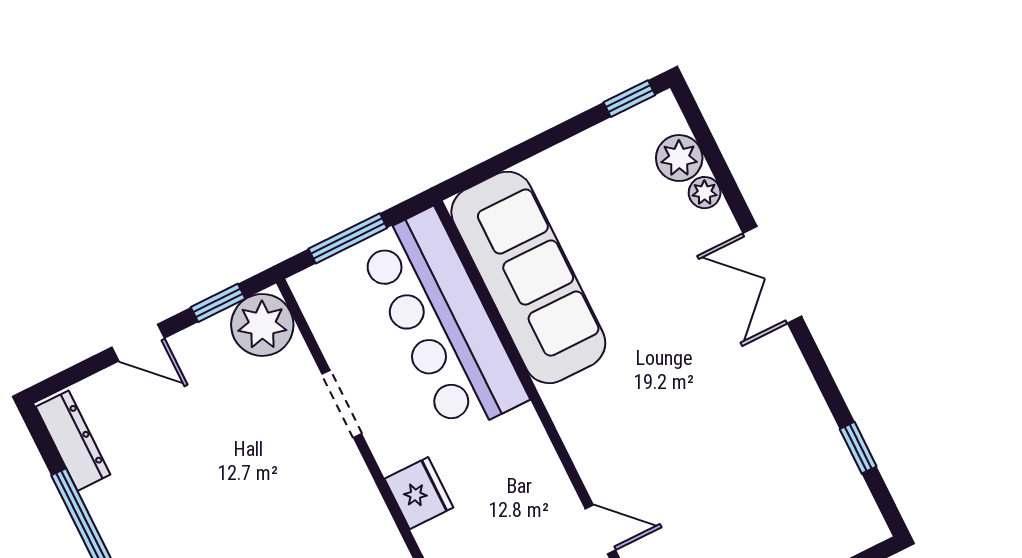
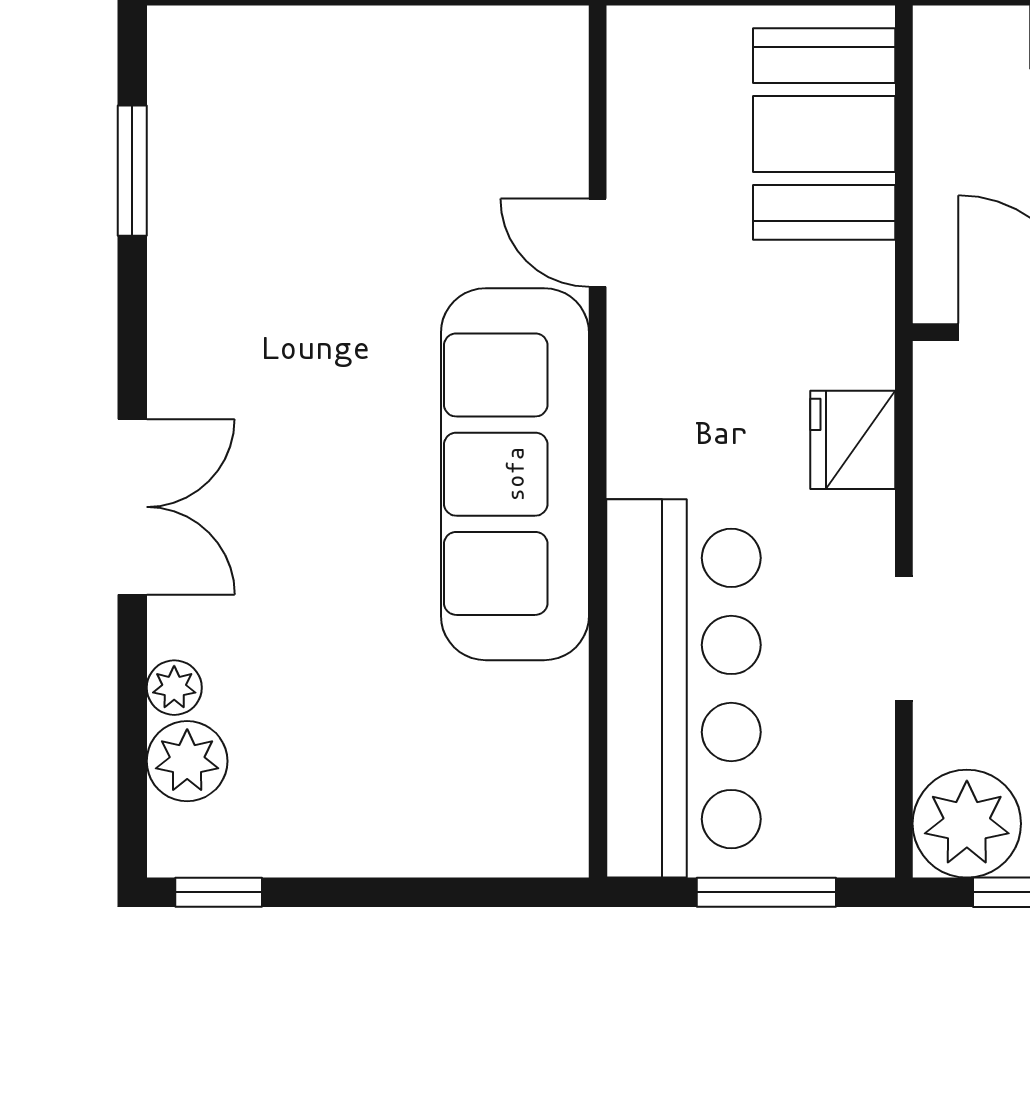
sofa: (528, 277) -> (515, 474), moved
window: (858, 448) -> (132, 171), width x1.50

